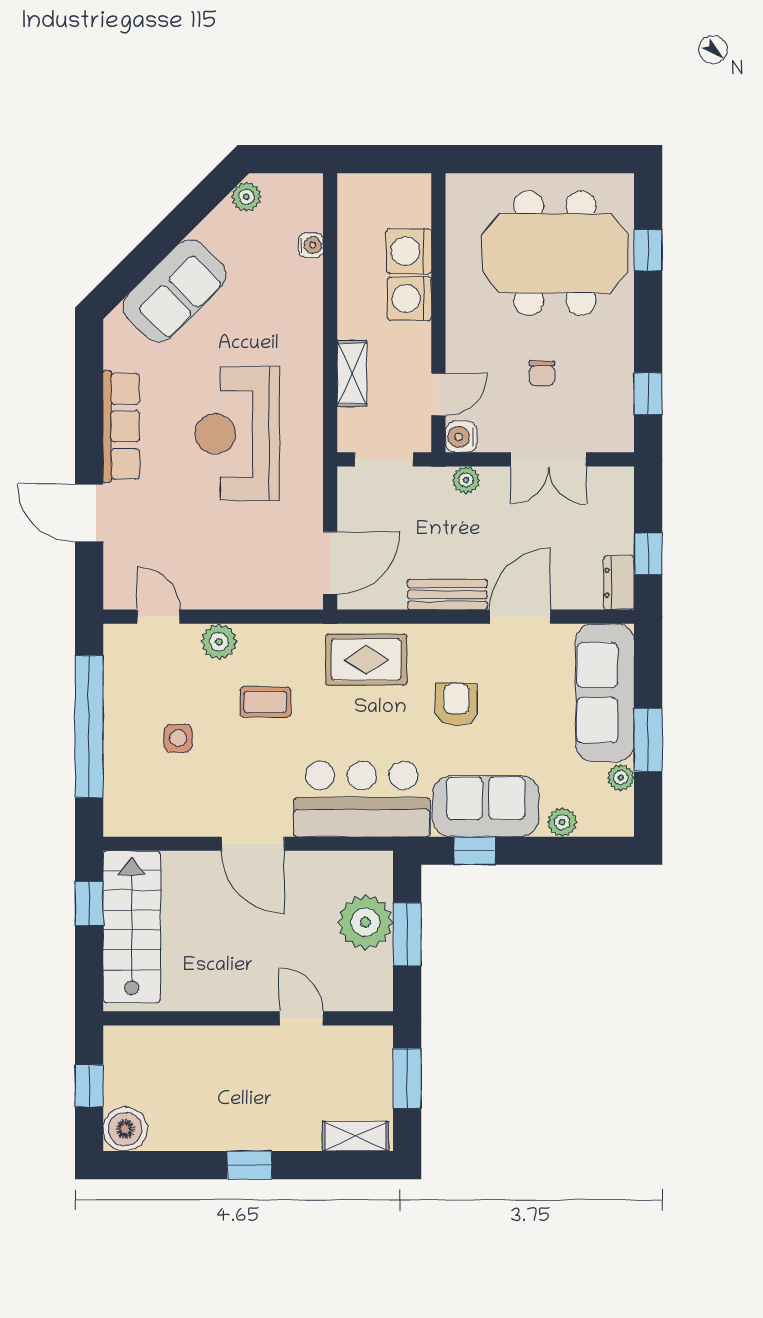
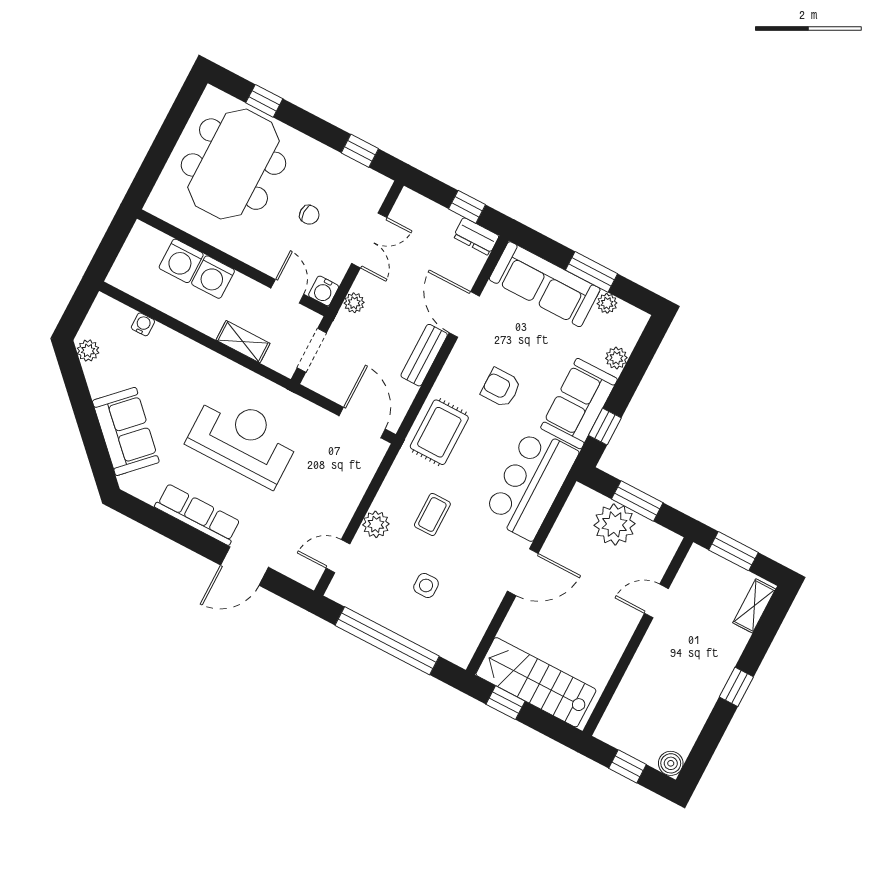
reception desk: (237, 434) -> (243, 439), turned 180
boiler: (125, 1129) -> (671, 763), width x0.73, depth x0.73

